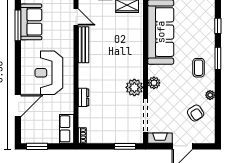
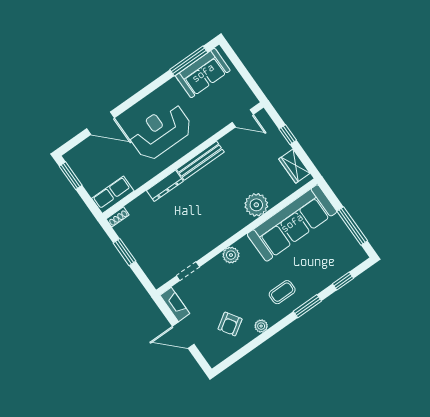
door: (76, 17) -> (243, 118), hinge flipped
bench: (83, 45) -> (200, 161), moved
plant: (134, 87) -> (256, 205), moved
dresser: (84, 97) -> (165, 186), width x1.44
doorway: (145, 116) -> (188, 271), width x0.53
window: (125, 146) -> (124, 252), moved

